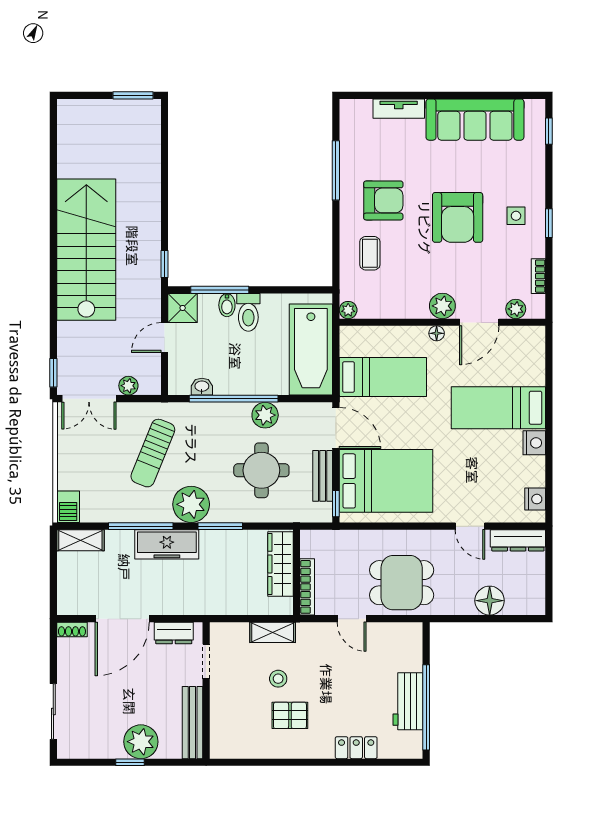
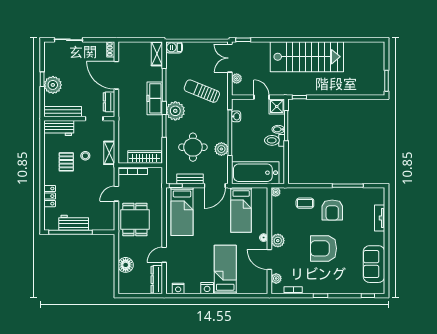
sofa: (475, 120) -> (374, 264), width x0.73
side table: (516, 216) -> (324, 279), removed
bed: (386, 481) -> (182, 211), width x0.67
workbench: (224, 730) -> (59, 128), added

